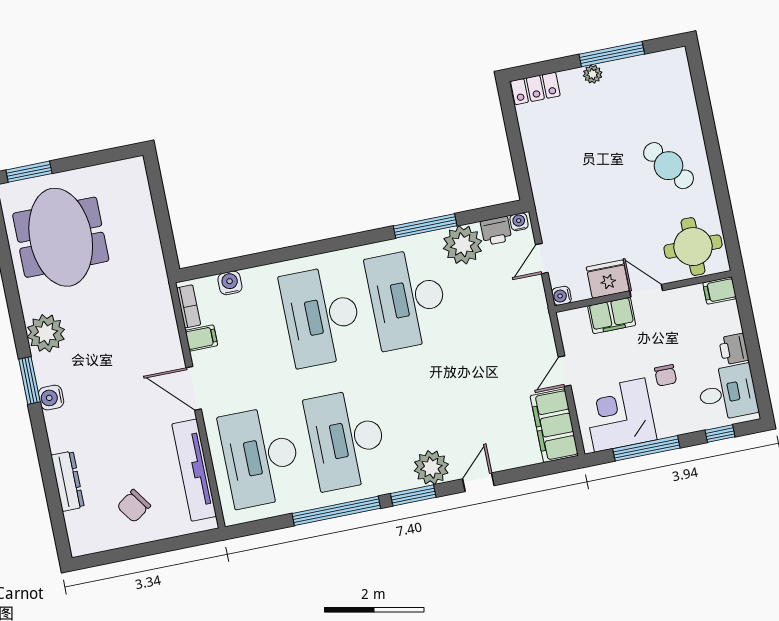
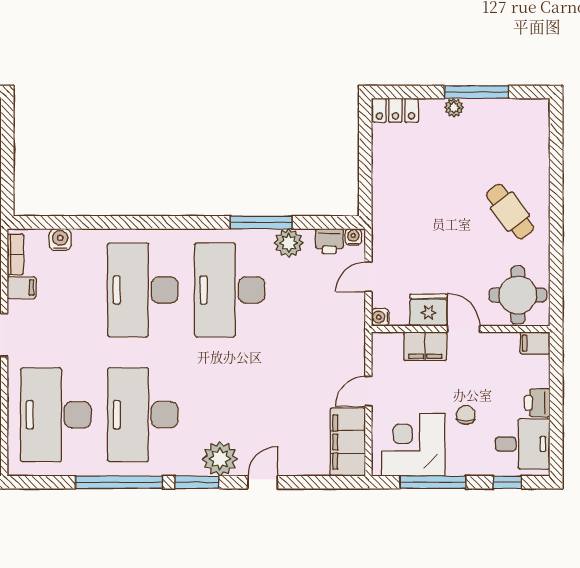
plant: (463, 245) -> (289, 243), width x0.73, depth x0.73
chair: (666, 375) -> (466, 415), turned 180

